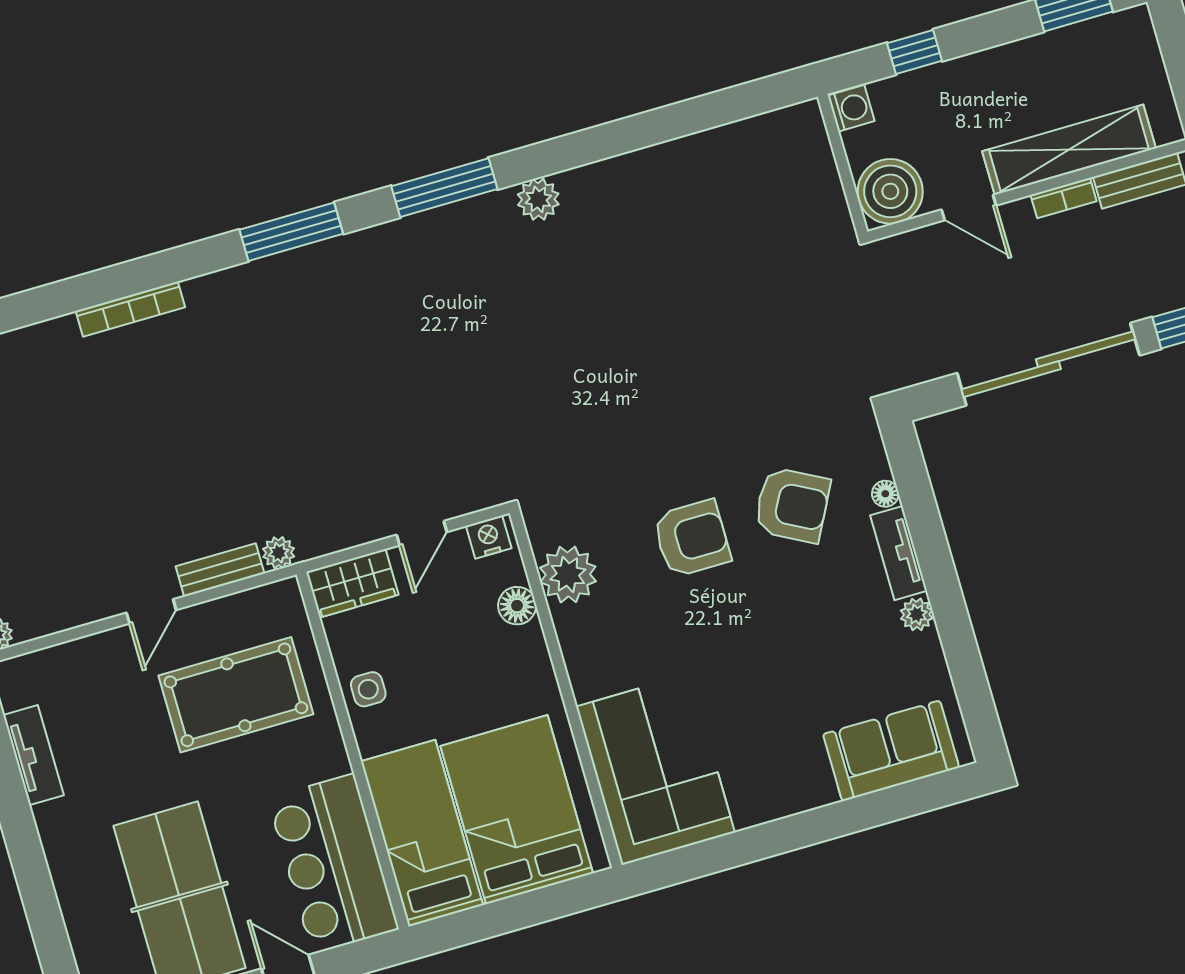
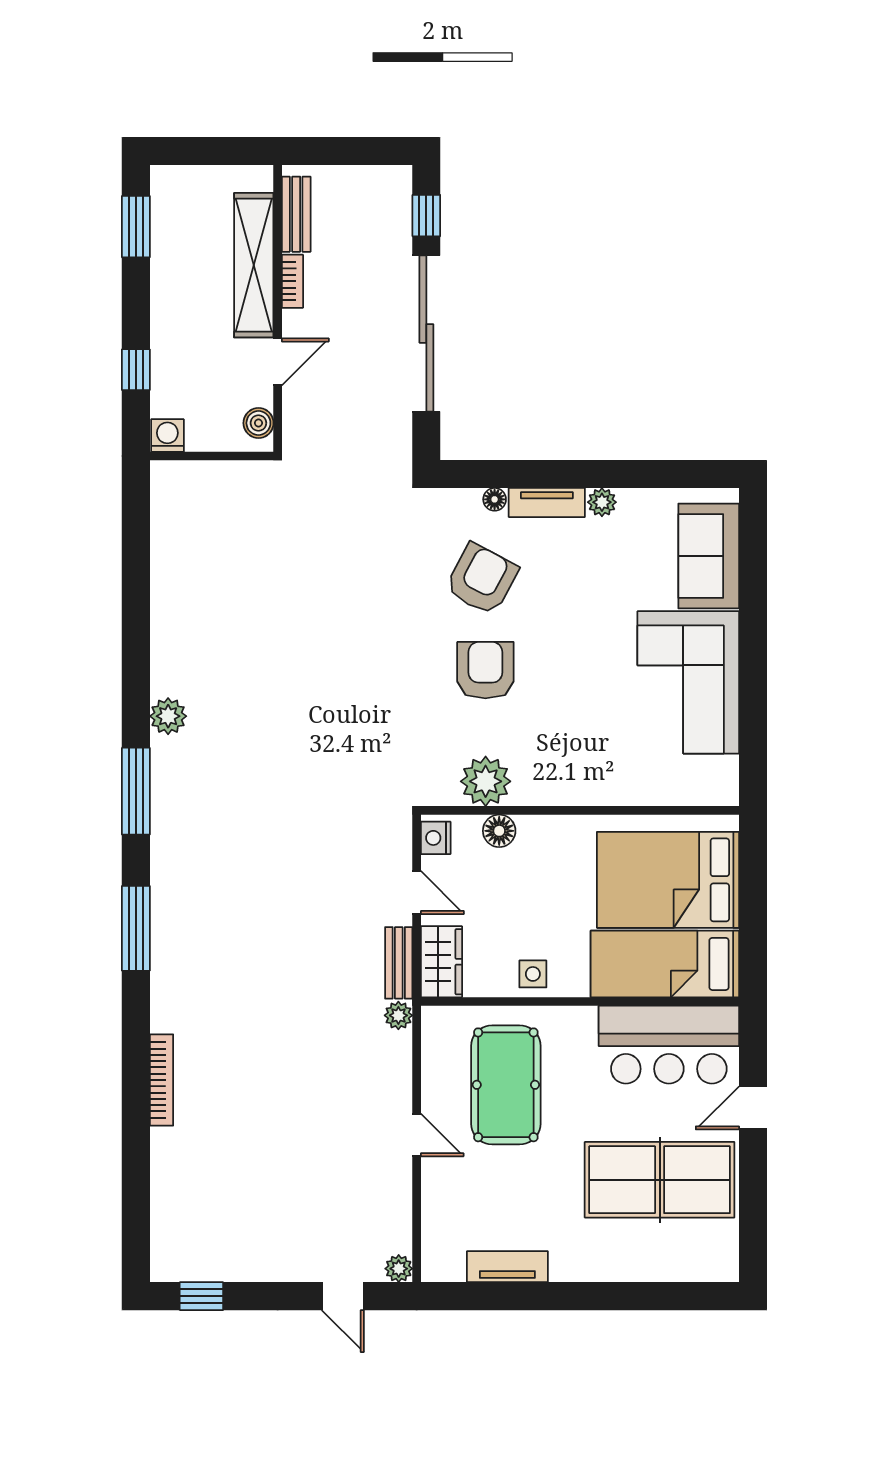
boiler: (890, 191) -> (258, 423), width x0.54, depth x0.54
bench: (220, 570) -> (399, 963), moved
corner sofa: (655, 769) -> (688, 682), moved, turned -90

